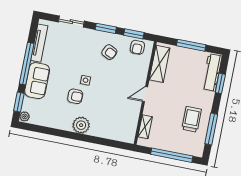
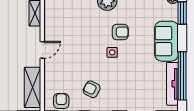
window: (27, 64) -> (182, 76), moved
armchair: (75, 96) -> (120, 32), turned 180

